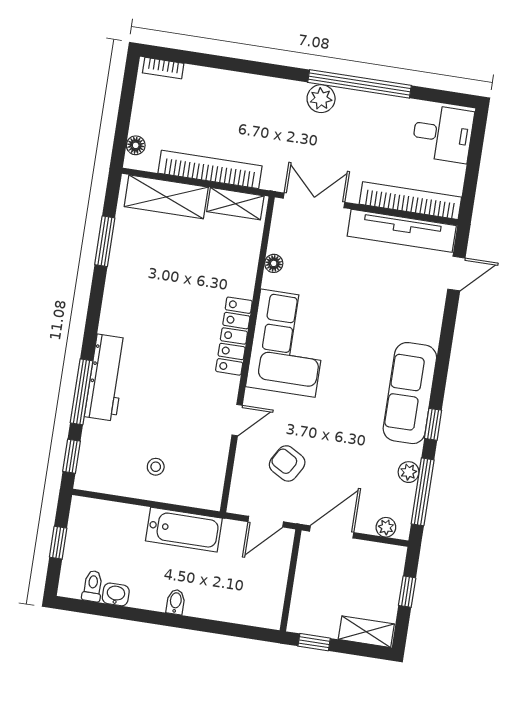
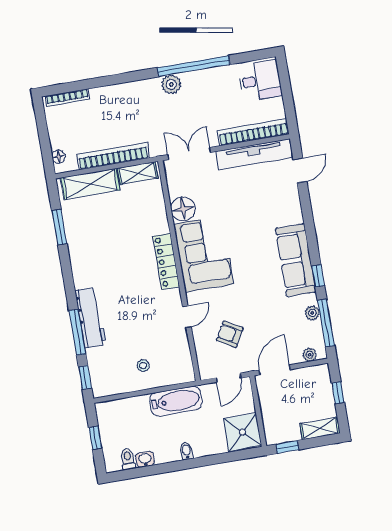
bookcase: (163, 68) -> (67, 98), width x1.56
floor lamp: (274, 263) -> (183, 209), width x1.89, depth x1.89
shower: (260, 602) -> (242, 432), added

